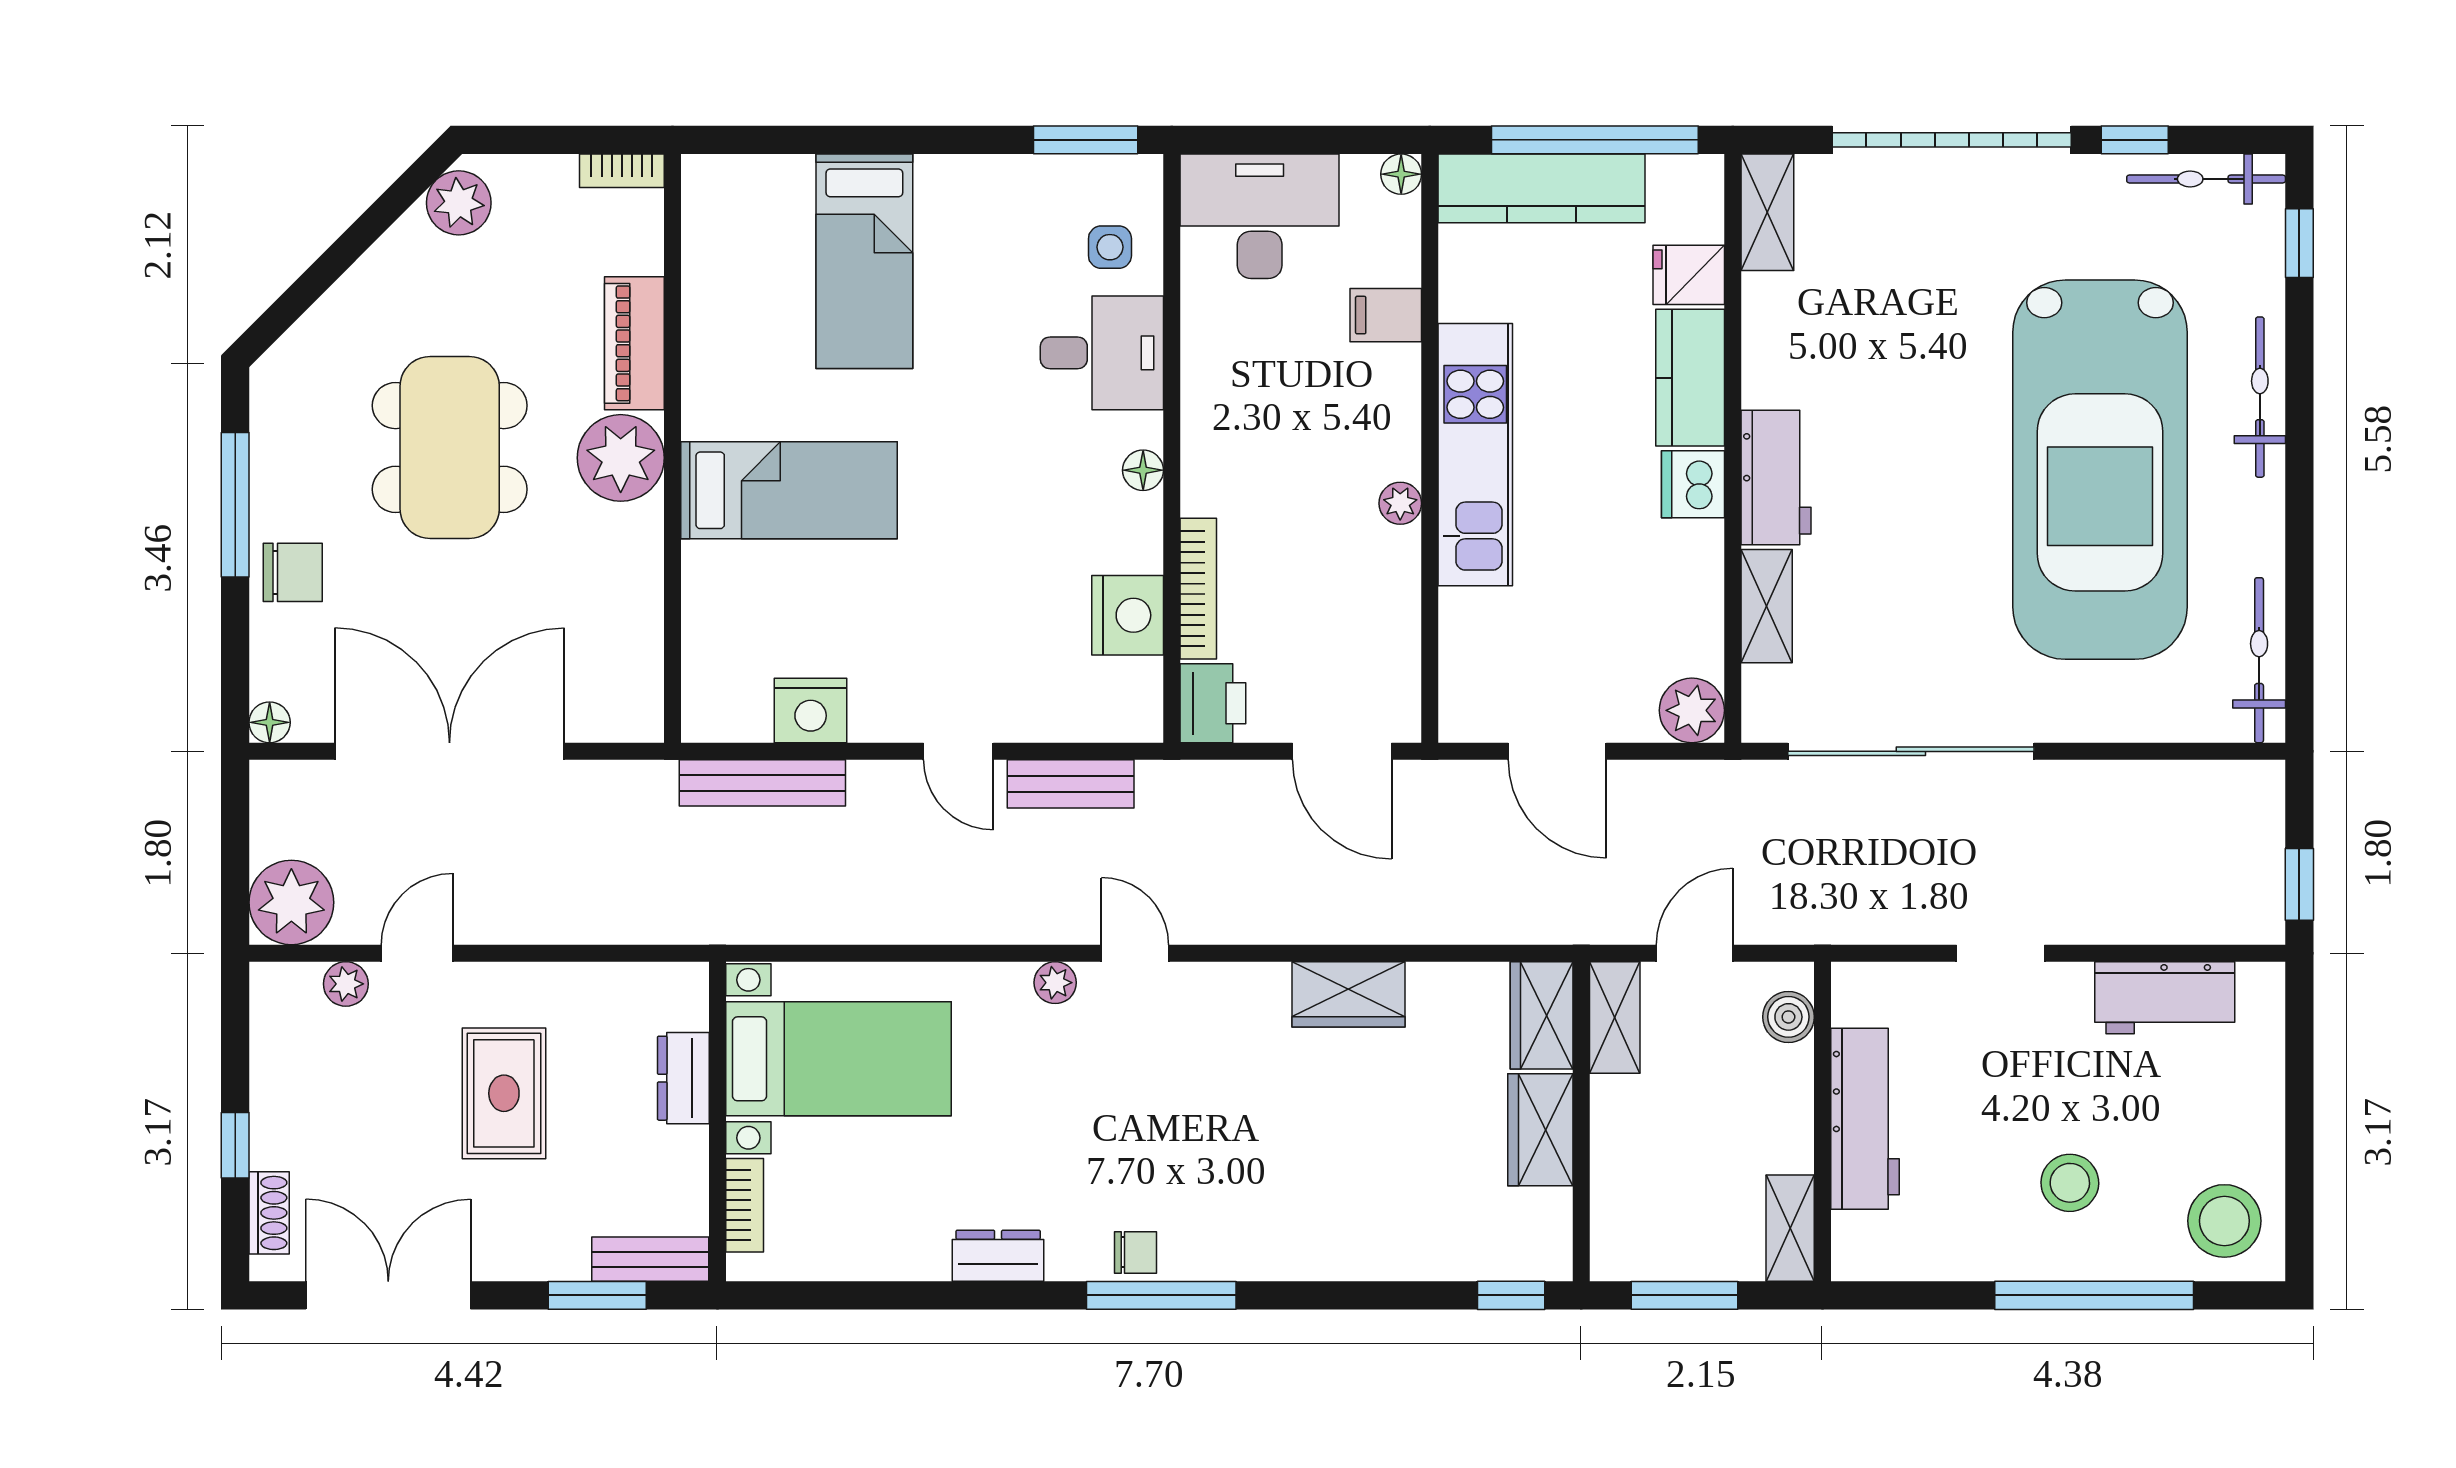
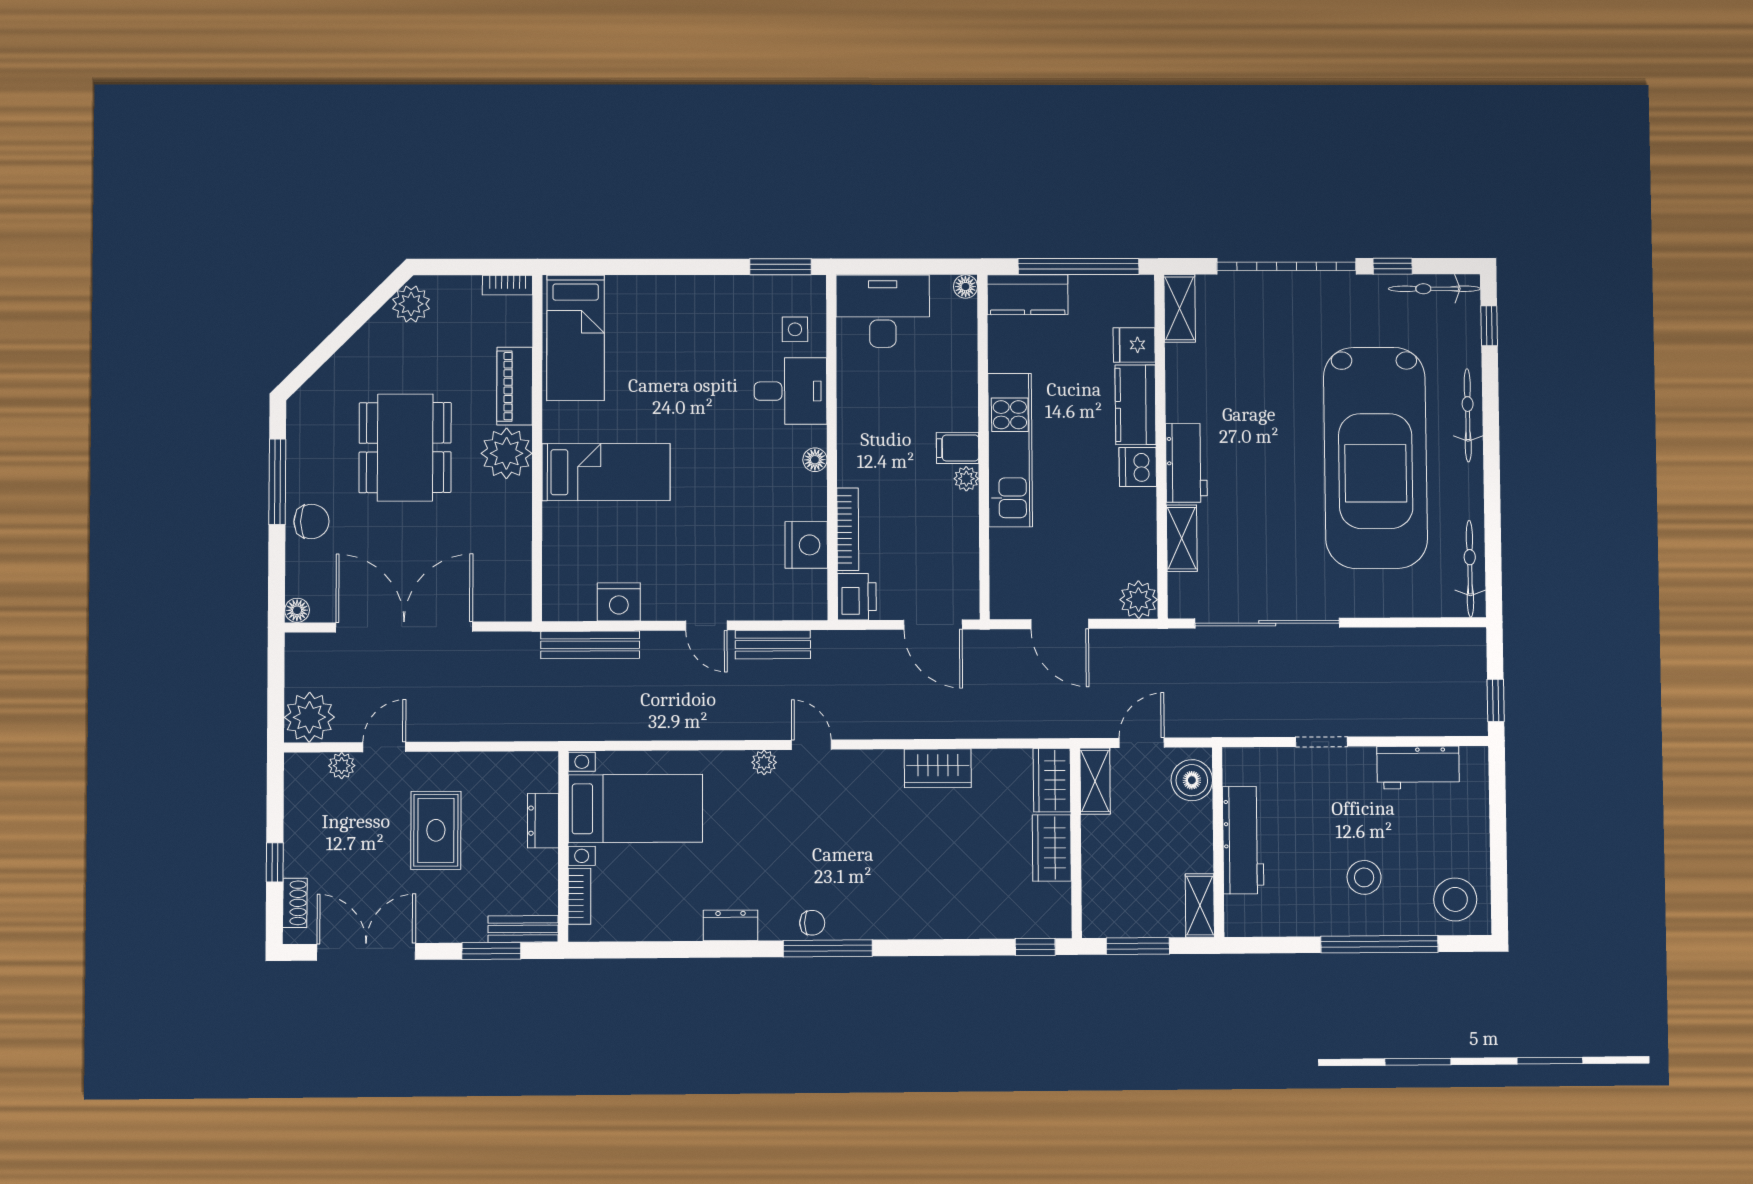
kitchen counter: (1542, 188) -> (1028, 295), width x0.67
bed: (864, 261) -> (576, 338), moved
filing cabinet: (1386, 315) -> (958, 448), moved
boiler: (1788, 1017) -> (1192, 780), width x1.36, depth x1.36

